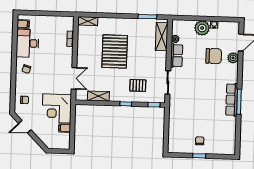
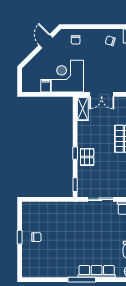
pallet: (138, 85) -> (87, 157), moved
shelving: (98, 96) -> (83, 109), moved
row of seats: (232, 100) -> (97, 271), moved

